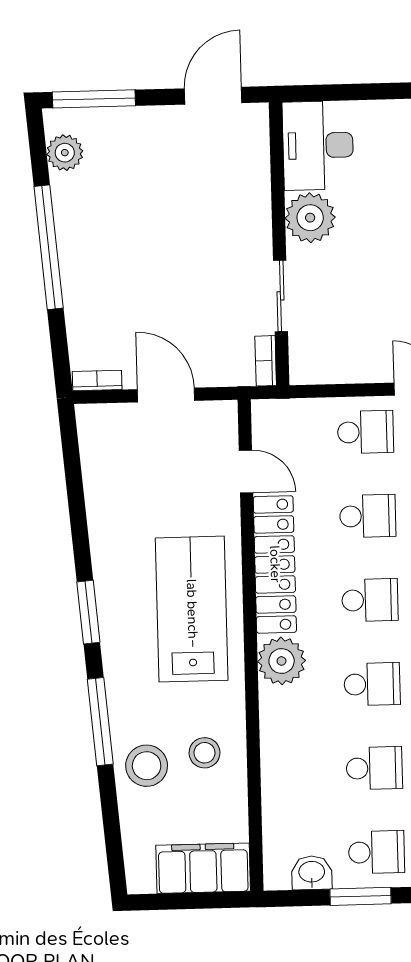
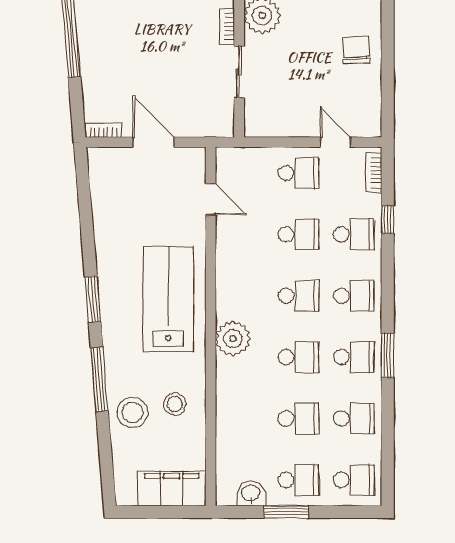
bookcase: (266, 361) -> (227, 27), moved
locker: (275, 564) -> (230, 268), removed

